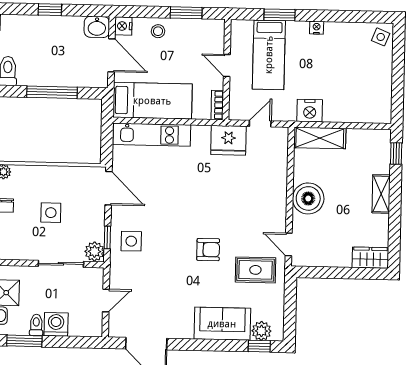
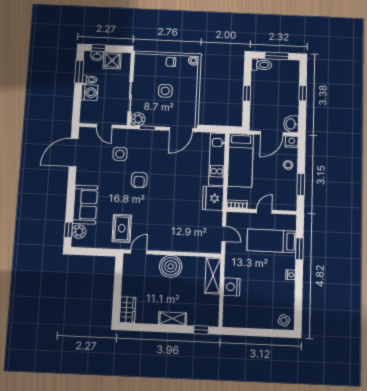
window: (52, 92) -> (247, 93), width x0.46
nightstand: (310, 111) -> (232, 287), moved
fridge: (228, 140) -> (213, 198), moved
side table: (131, 241) -> (120, 154), moved
armchair: (208, 250) -> (139, 180), moved

